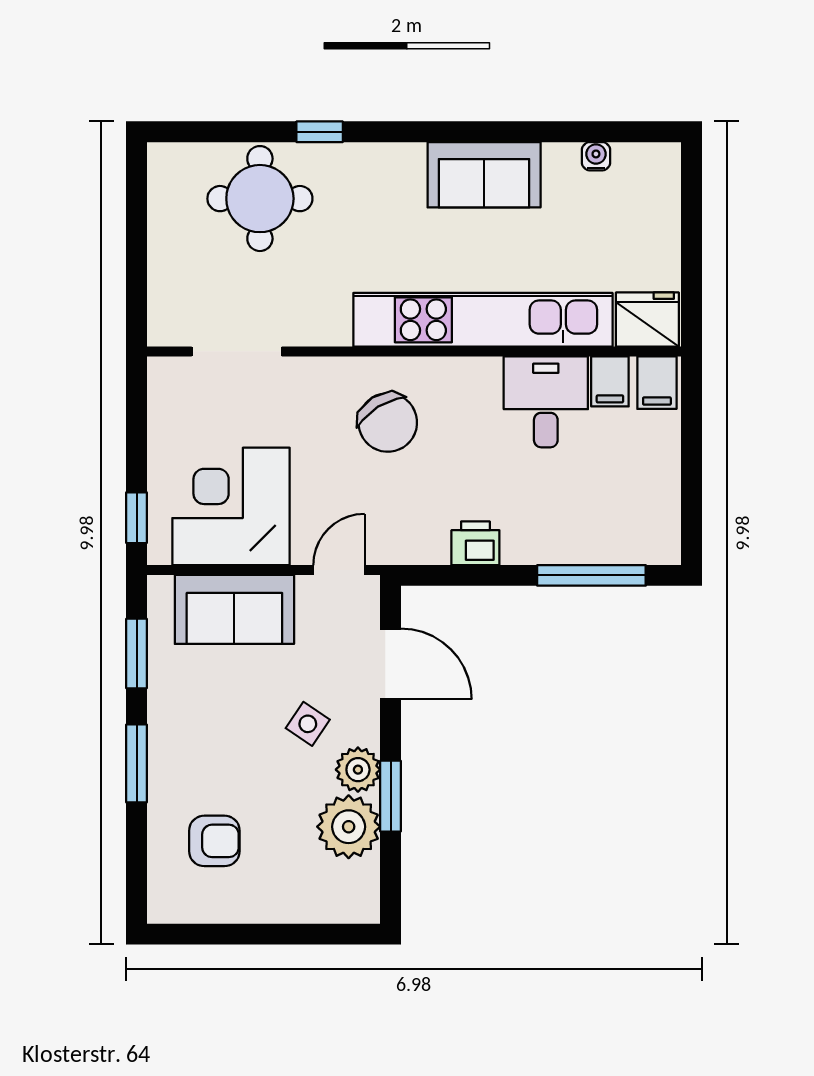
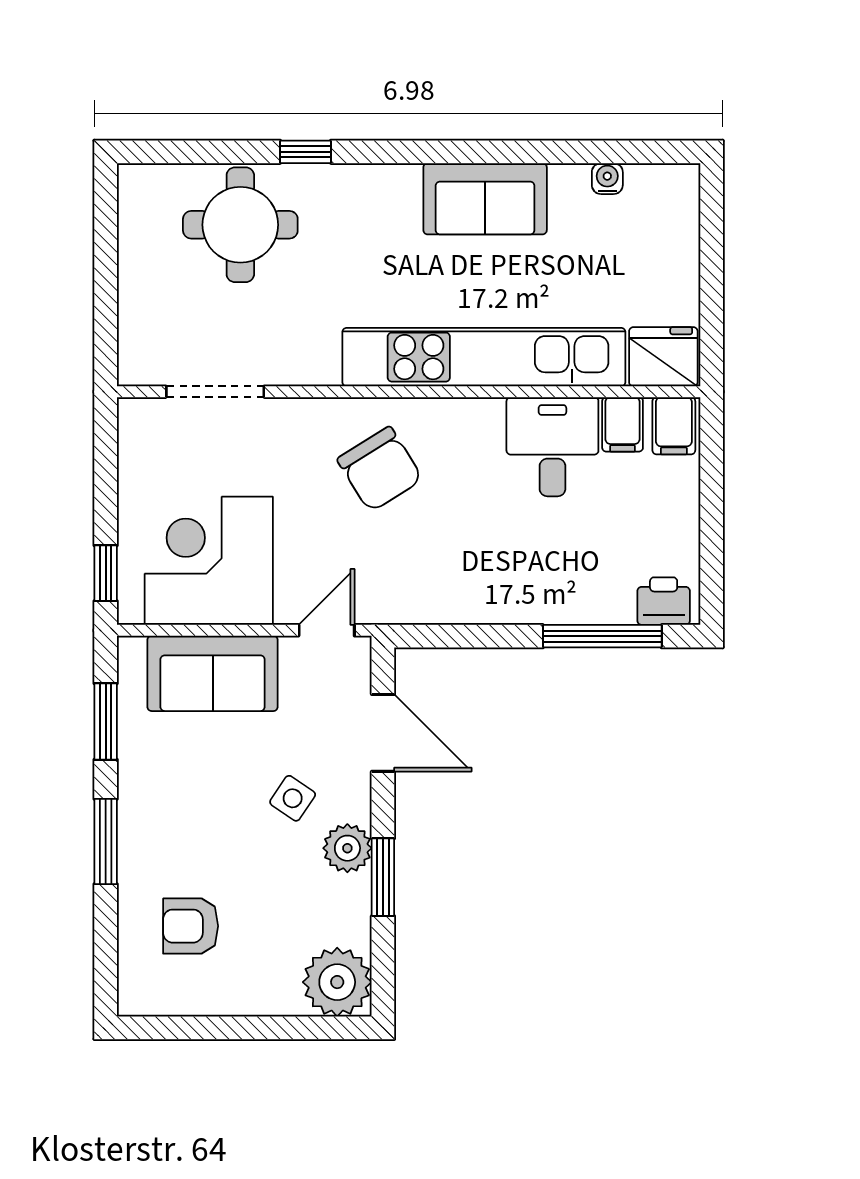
printer: (475, 543) -> (664, 601), moved
plant: (349, 827) -> (337, 982), moved
armchair: (214, 841) -> (191, 926), turned 180

